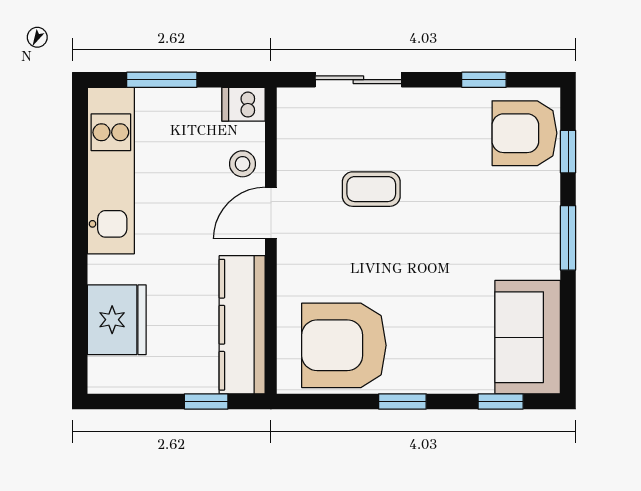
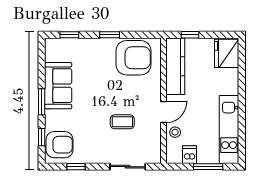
dishwasher: (243, 104) -> (190, 155), moved, turned -90
fridge: (117, 320) -> (227, 53), moved
sofa: (528, 337) -> (58, 86), moved

